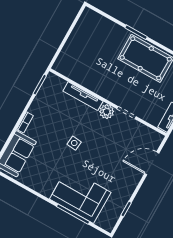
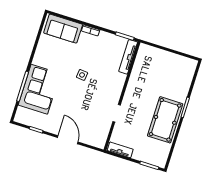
tv unit: (83, 96) -> (128, 57), moved
plant: (107, 112) -> (114, 97), removed
door: (152, 163) -> (68, 140), moved

